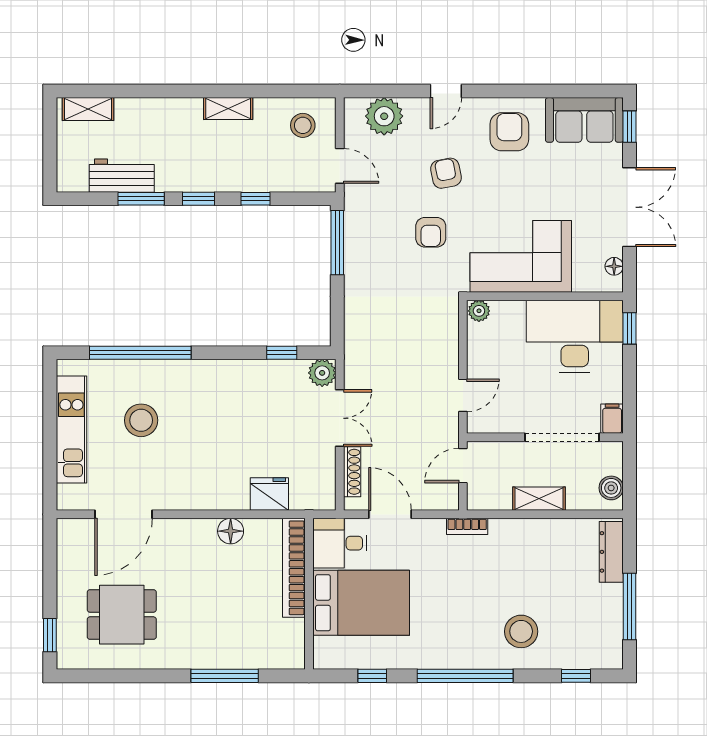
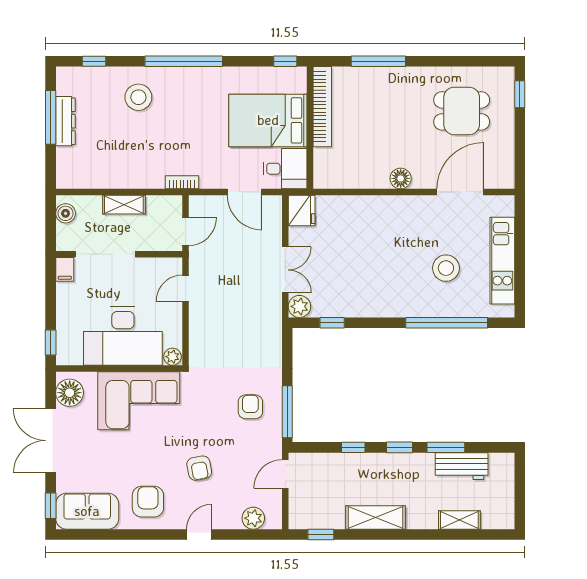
window: (296, 91) -> (321, 535), added
shelving: (88, 109) -> (459, 520), moved
shelving: (228, 109) -> (375, 517), width x1.50, depth x1.33
plant: (384, 116) -> (253, 518), width x0.73, depth x0.73
stool: (303, 125) -> (315, 507), removed
armchair: (509, 132) -> (148, 502), turned 180
door: (340, 166) -> (285, 474), hinge flipped
armchair: (431, 232) -> (250, 407), moved
floor lamp: (614, 266) -> (70, 393), width x1.89, depth x1.89
desk: (575, 336) -> (123, 336), moved
double door: (340, 418) -> (285, 270), swing flipped
shoe rack: (352, 472) -> (275, 226), removed
fridge: (269, 494) -> (302, 211), moved, turned -90
floor lamp: (231, 531) -> (401, 178), moved
dresser: (611, 552) -> (65, 121), moved
bookcase: (294, 568) -> (322, 107), moved
window: (372, 676) -> (285, 61), moved

